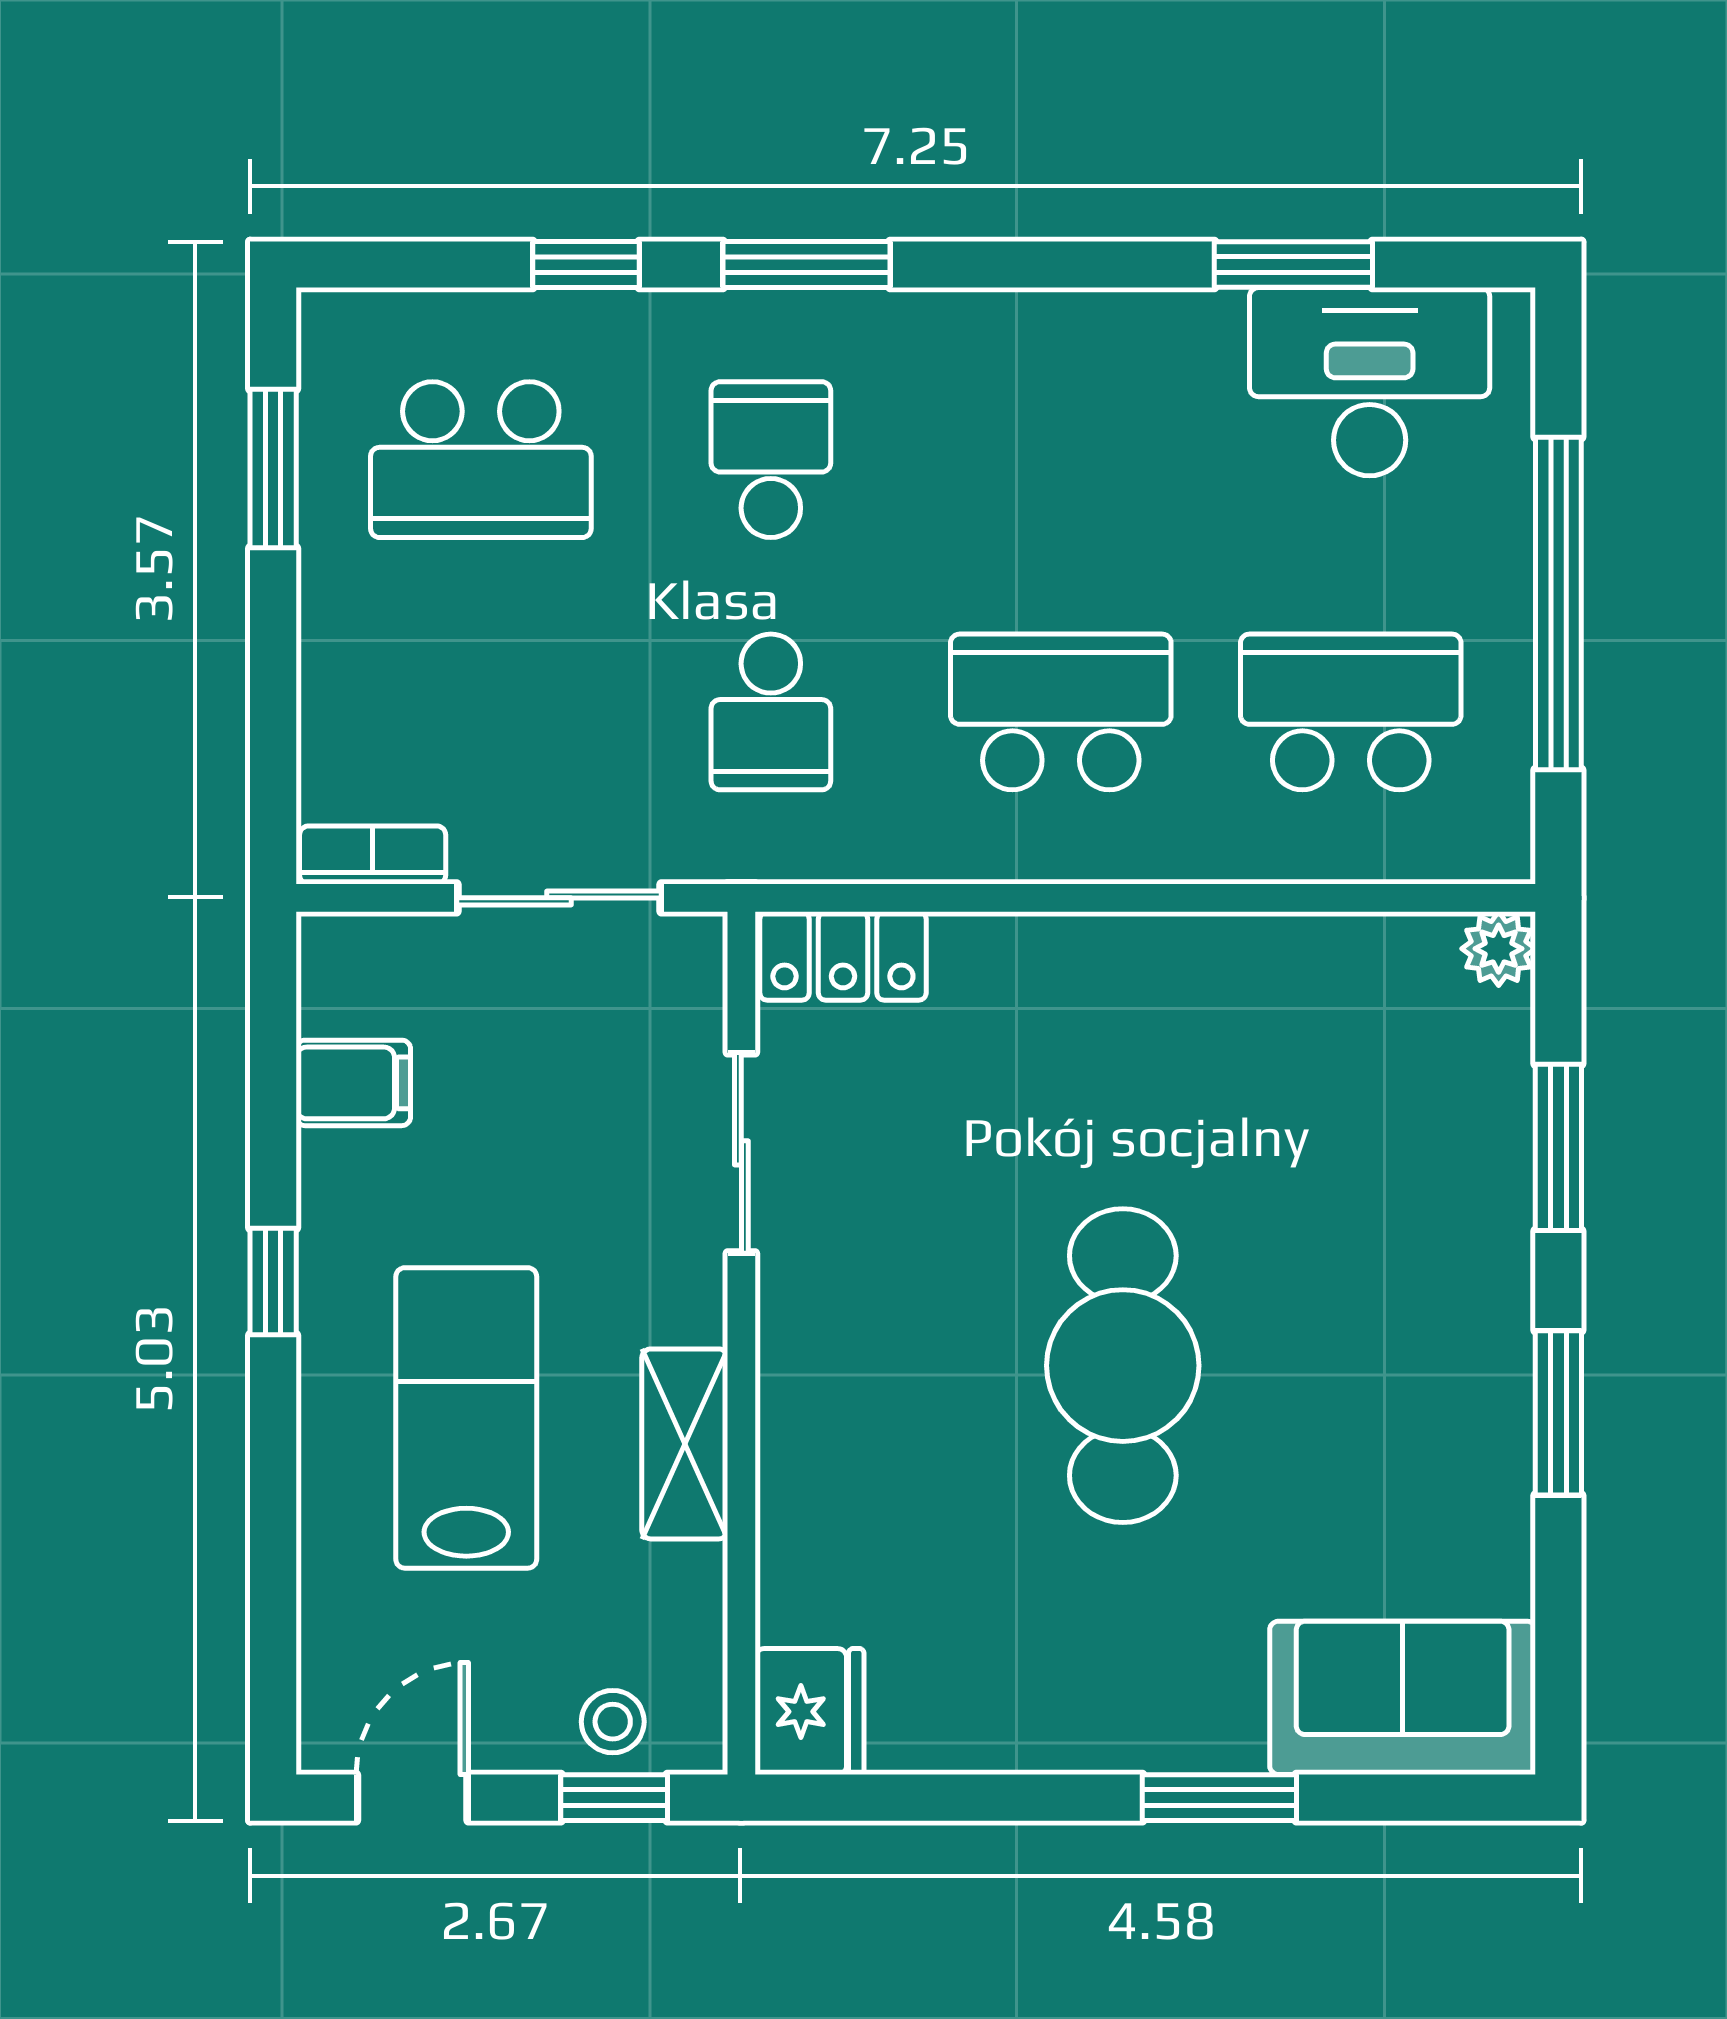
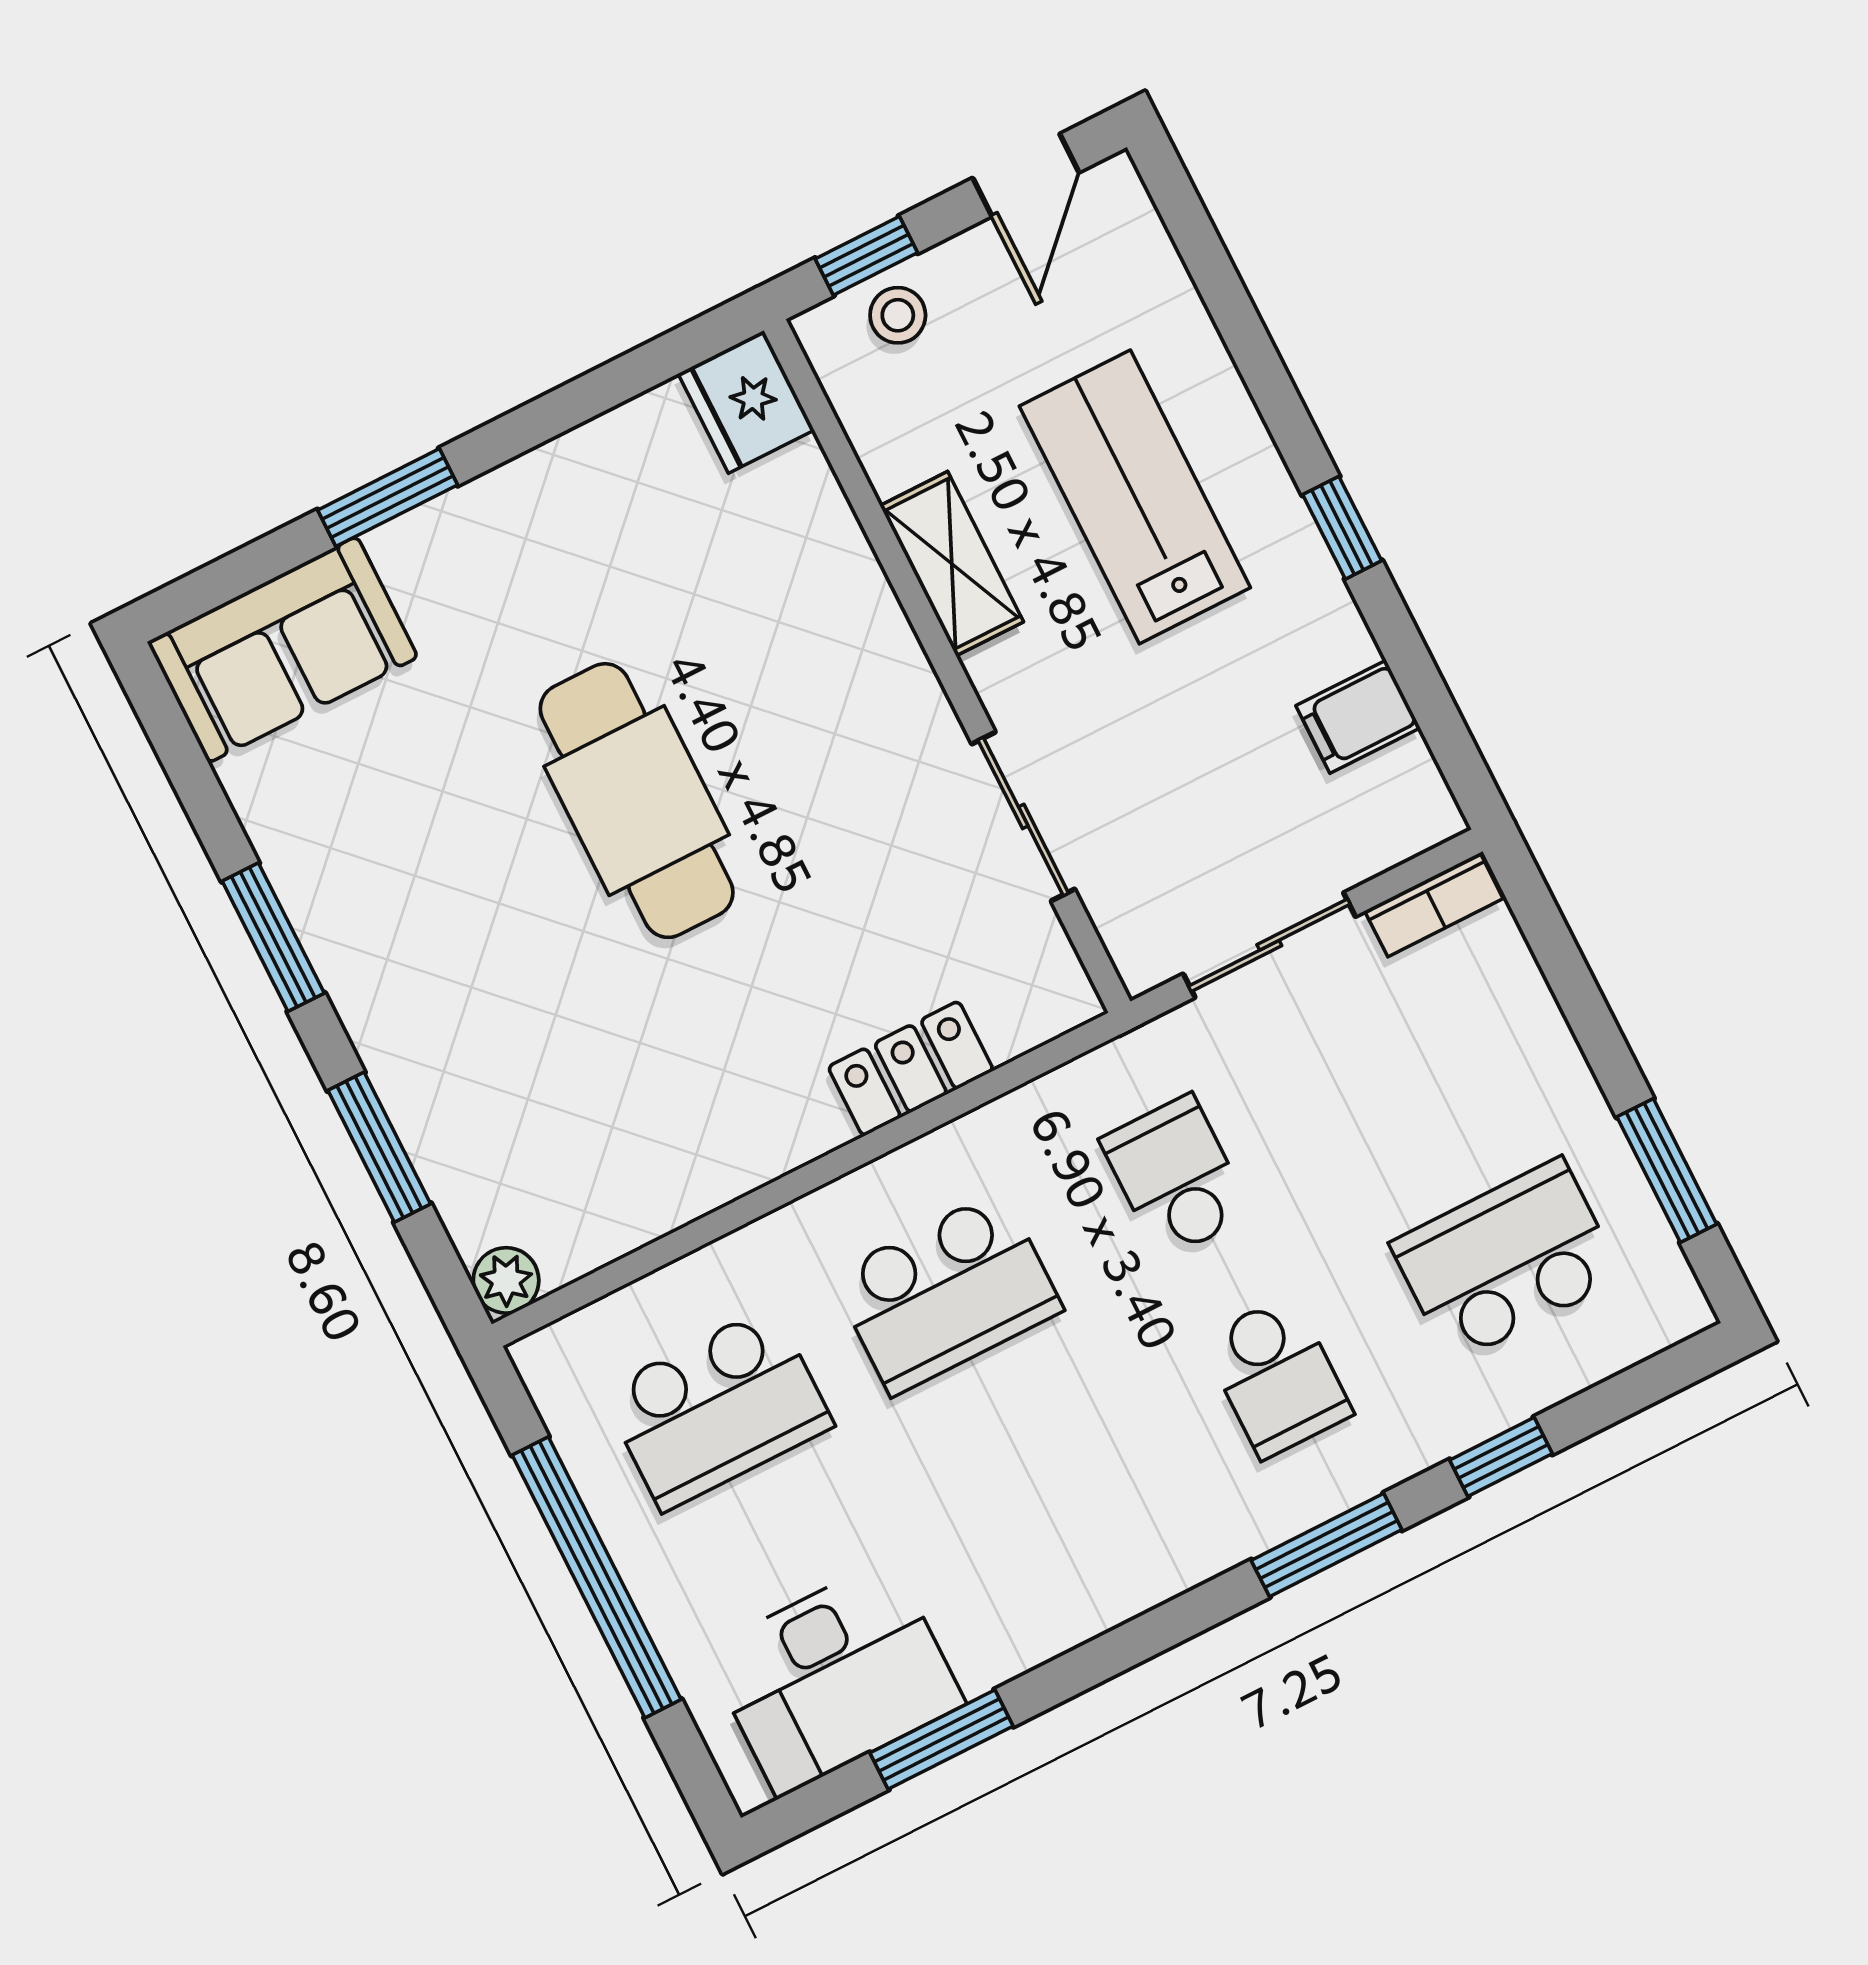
locker: (843, 956) -> (911, 1069), moved
lab bench: (466, 1418) -> (1135, 497), turned 180

